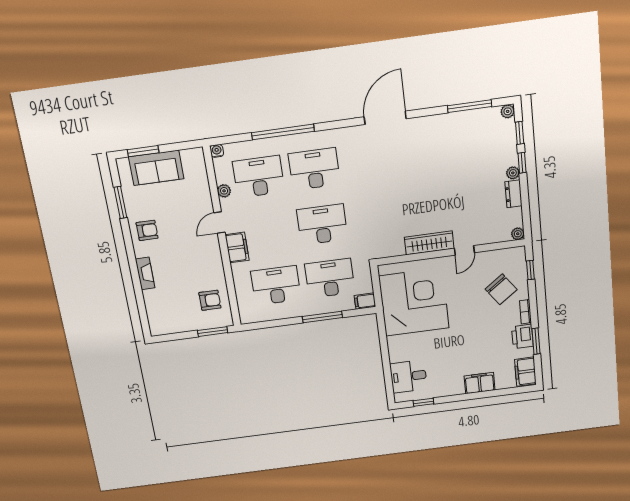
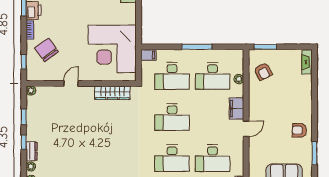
window: (520, 133) -> (24, 117), moved
plant: (513, 173) -> (31, 166), moved
plant: (224, 191) -> (239, 79), moved
dresser: (513, 194) -> (32, 151), moved
wardrobe: (429, 243) -> (112, 93), moved
fireplace: (145, 273) -> (307, 62), moved
armchair: (210, 300) -> (263, 71), turned -117
window: (322, 317) -> (197, 47), moved

